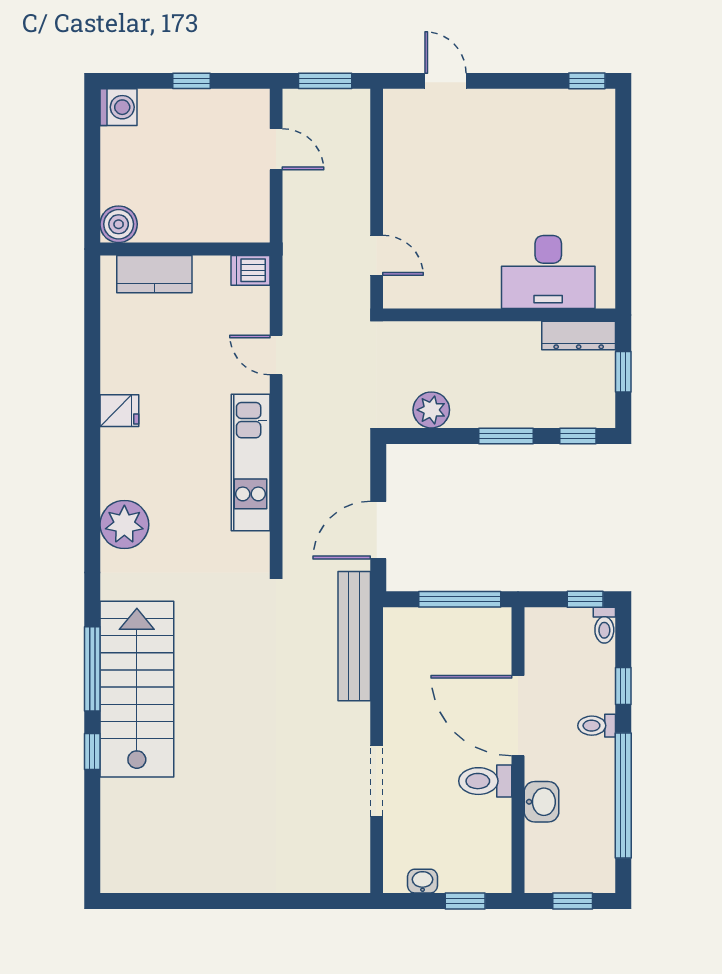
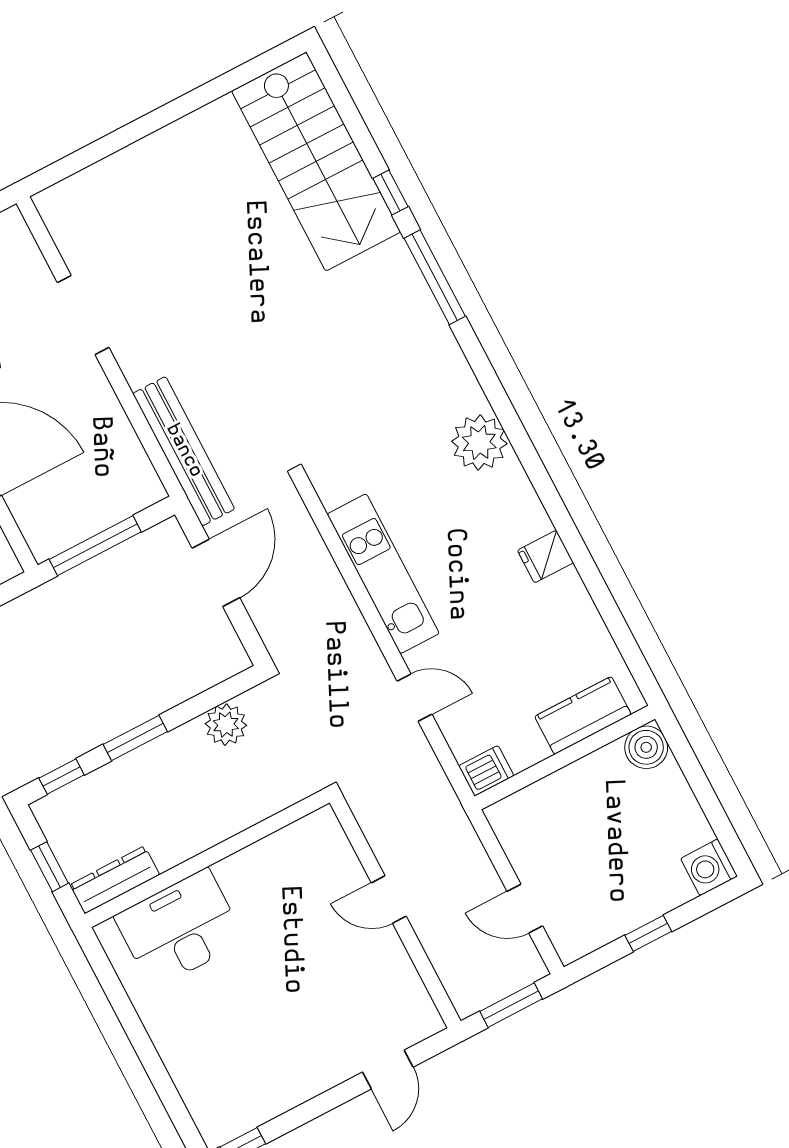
door: (445, 81) -> (388, 1070), hinge flipped
door: (377, 255) -> (389, 900), moved
stairs: (137, 689) -> (316, 162), moved

